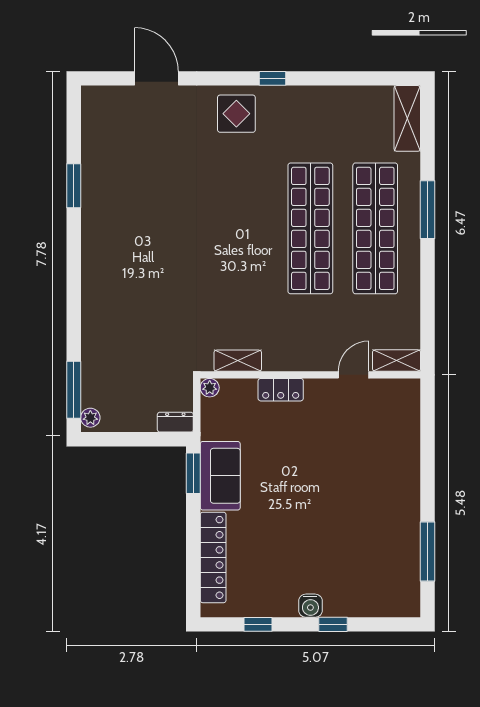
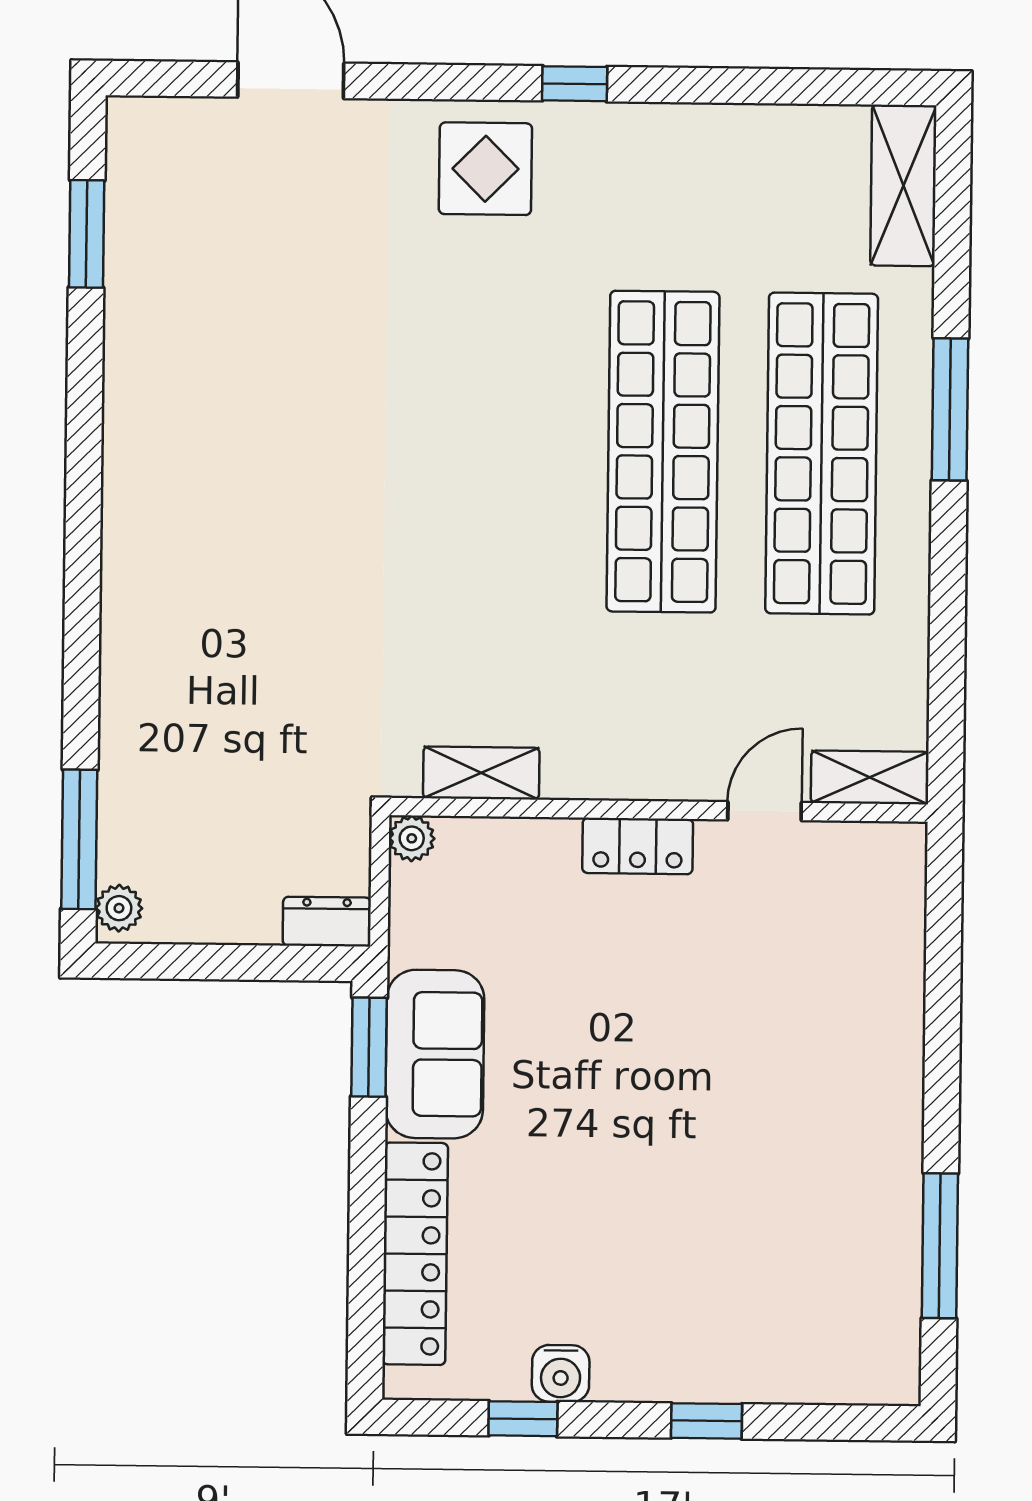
window: (74, 186) -> (87, 234), moved
locker: (281, 390) -> (638, 846), moved
water cooler: (310, 606) -> (561, 1373), moved

